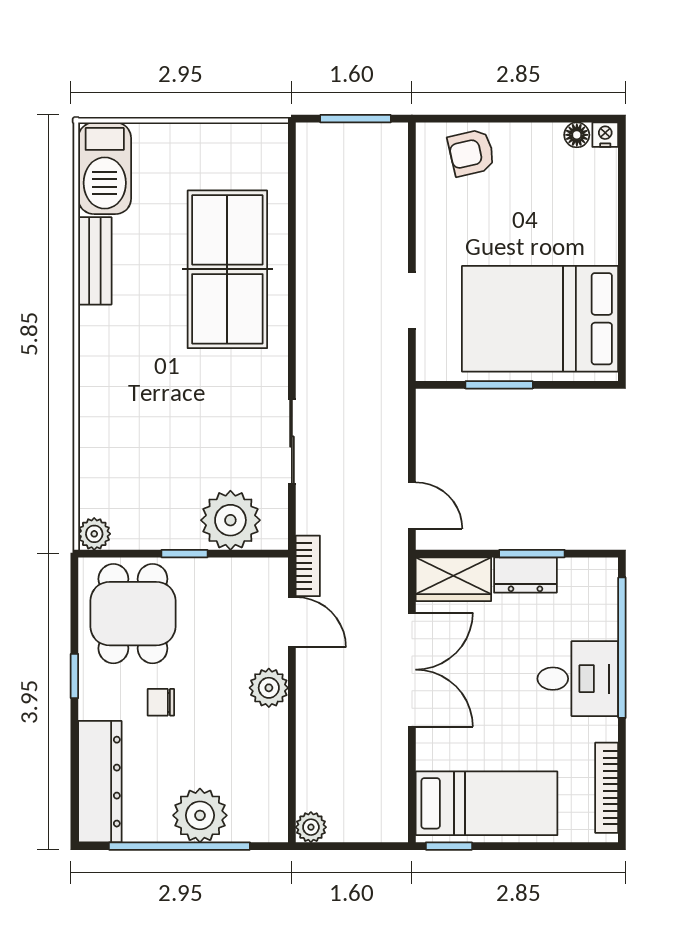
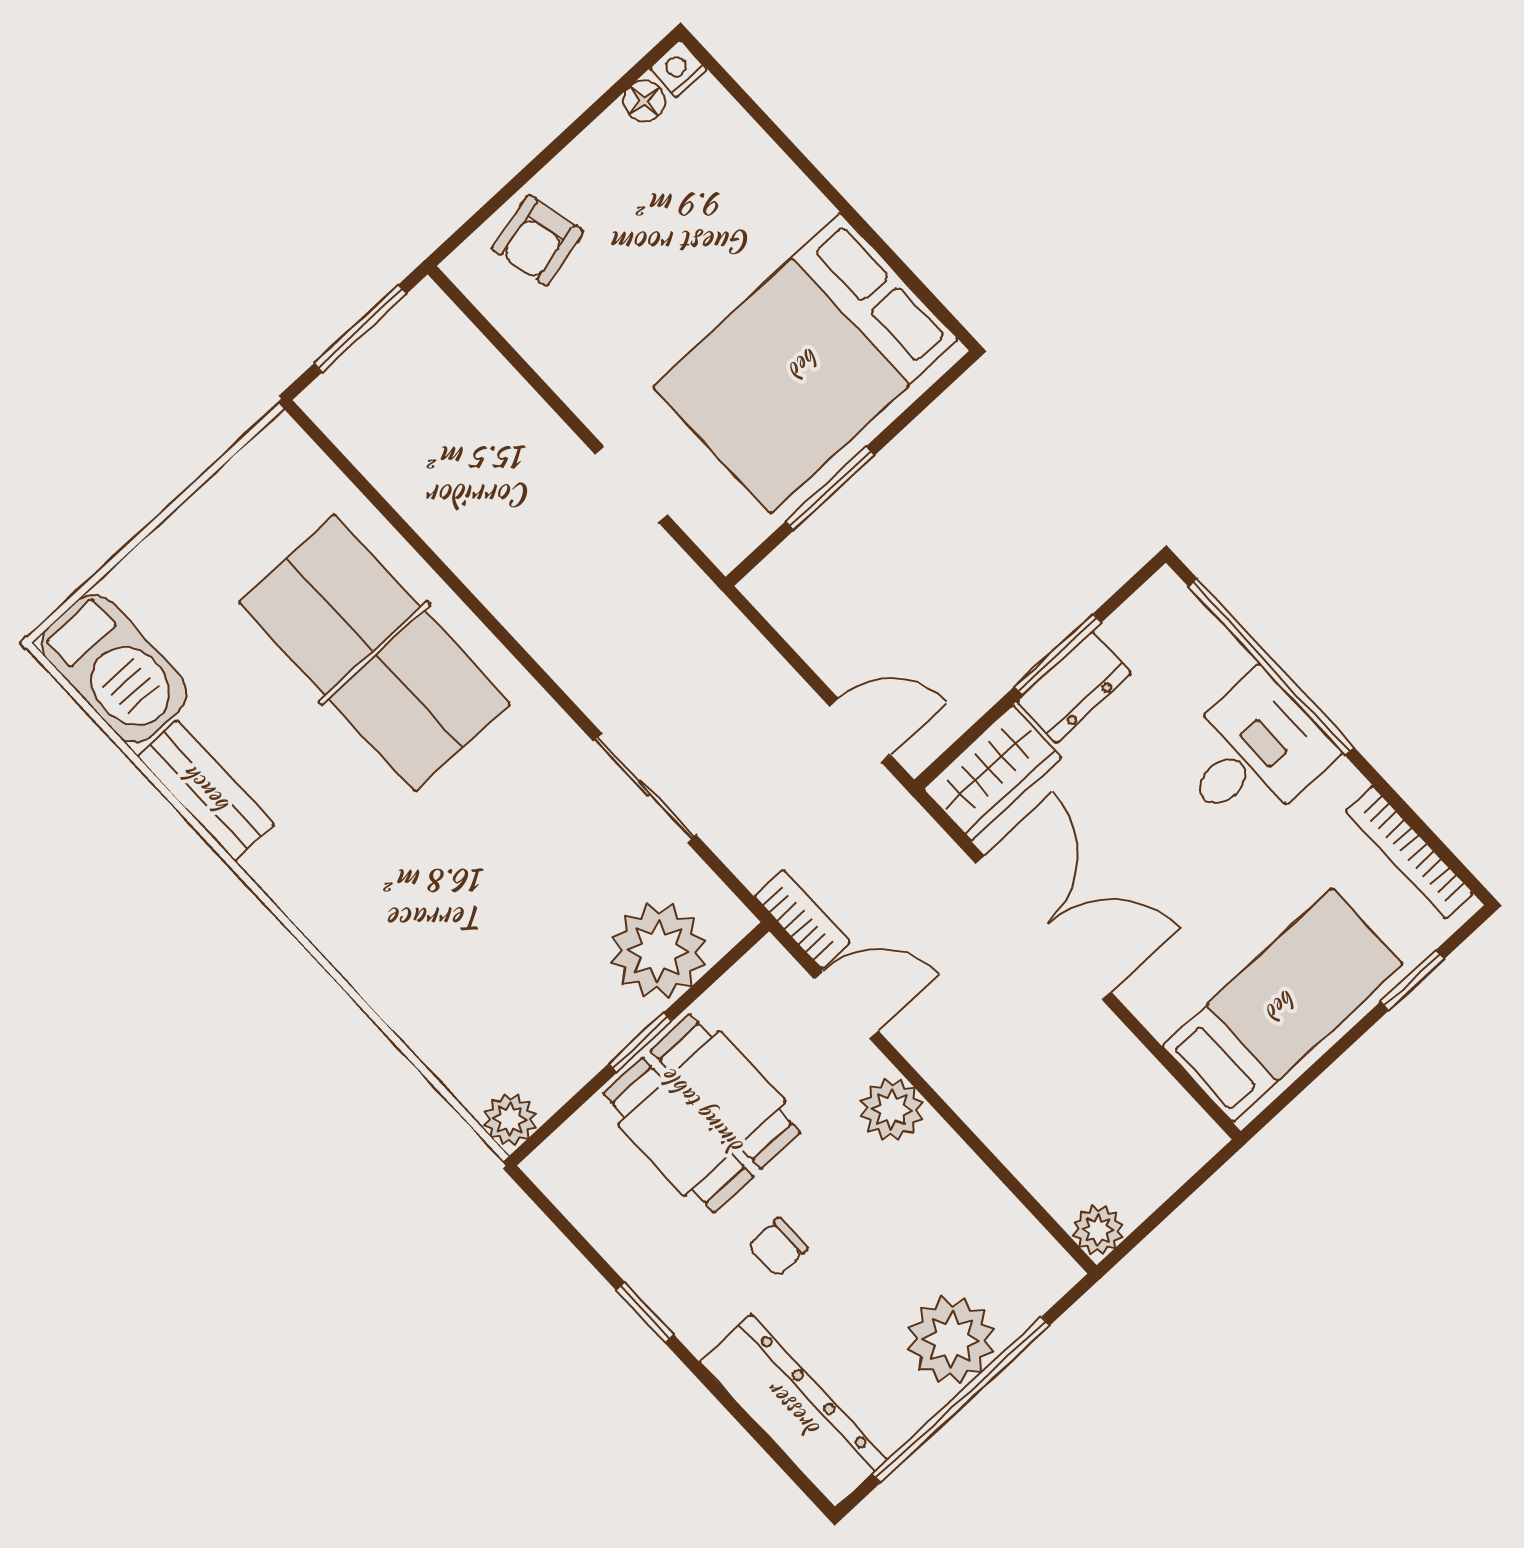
dining table: (133, 614) -> (702, 1113), moved
window: (449, 846) -> (1412, 980), moved

